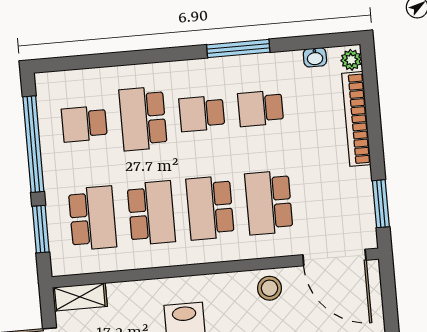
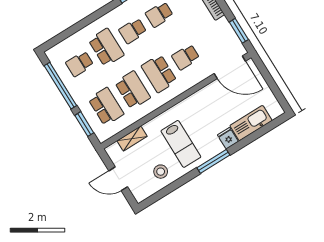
school desk: (143, 119) -> (106, 47), turned 180
school desk: (269, 203) -> (186, 57), width x0.54
stool: (269, 288) -> (206, 97), removed
shelving: (80, 297) -> (132, 139), moved

